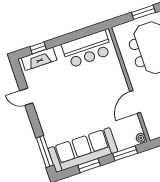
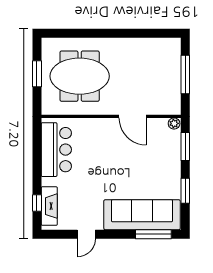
sofa: (83, 150) -> (142, 215), moved, turned 90

